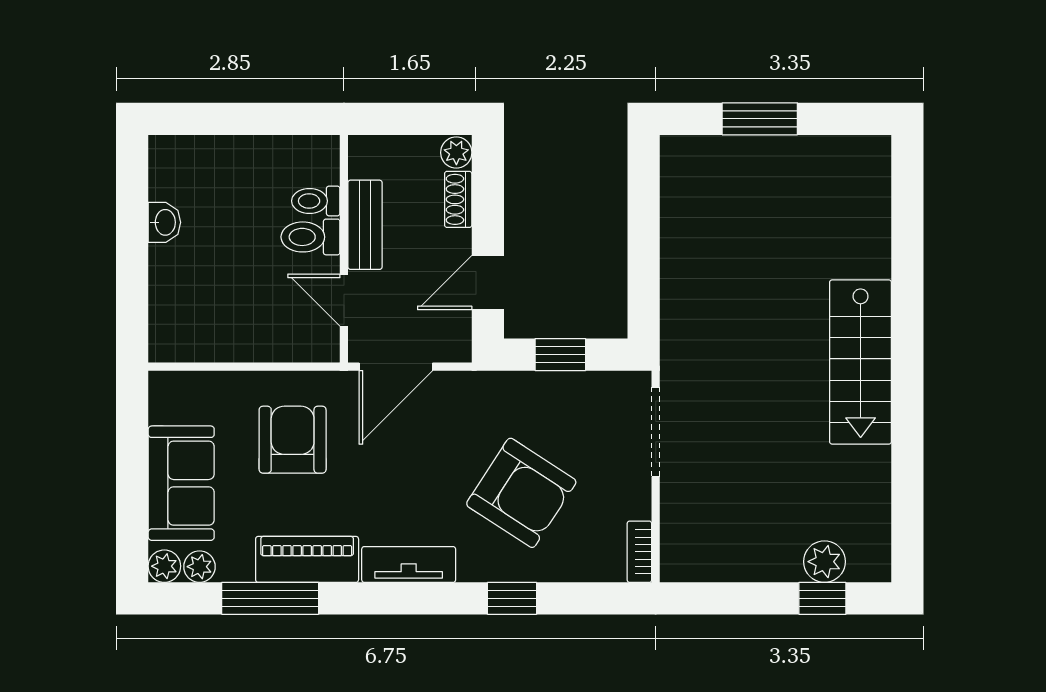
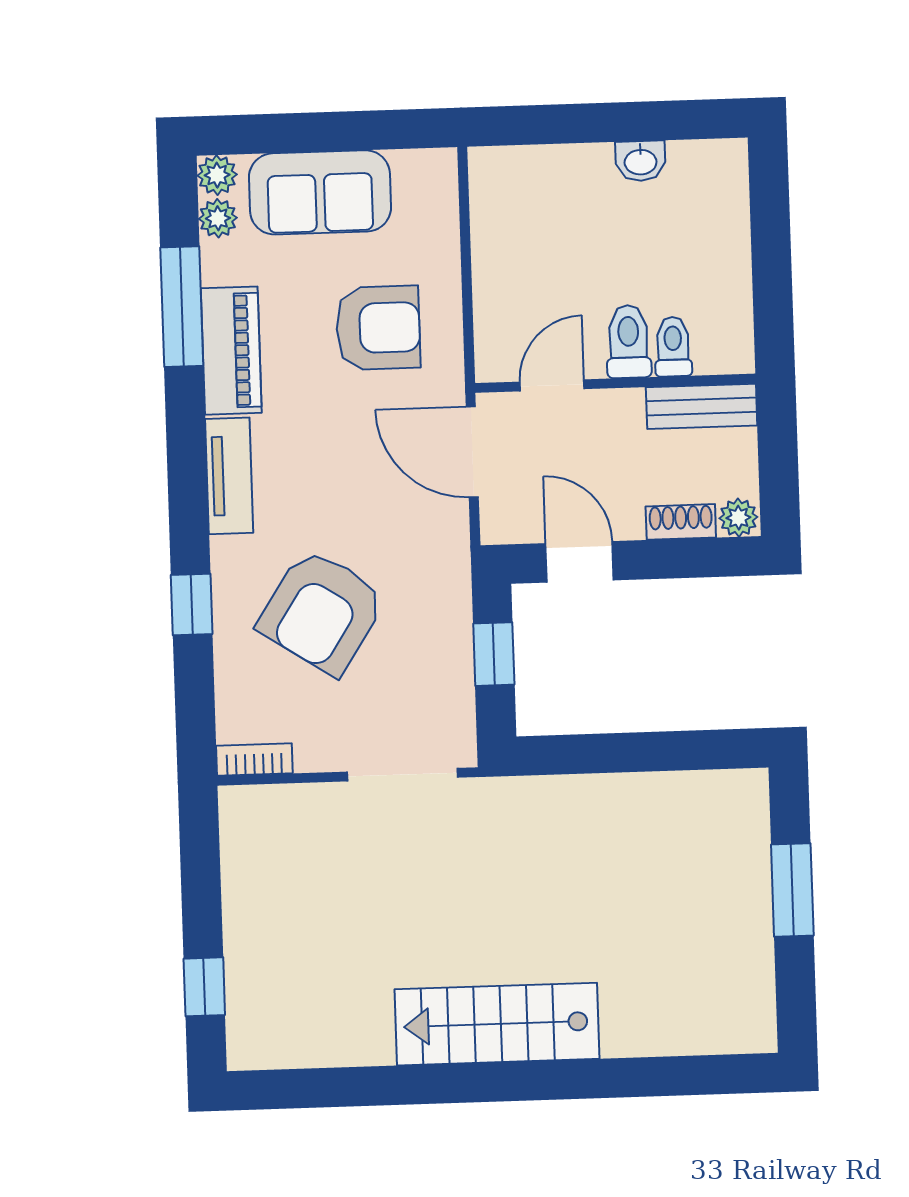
bench: (365, 225) -> (702, 406), moved
plant: (824, 562) -> (250, 988), removed

